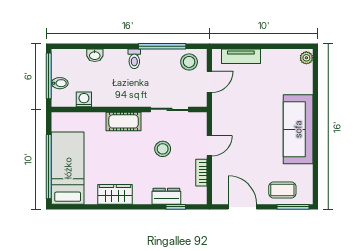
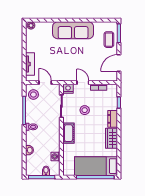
nightstand: (199, 121) -> (68, 89), added
dresser: (166, 196) -> (113, 119), moved

